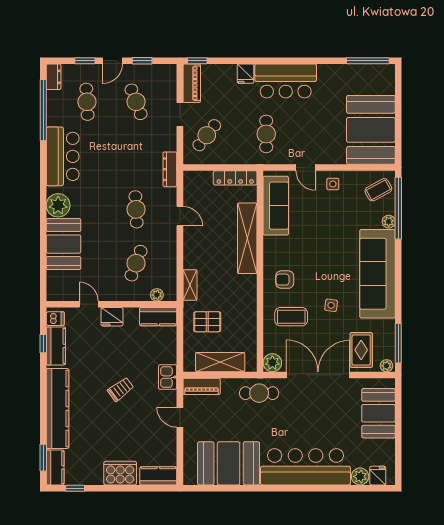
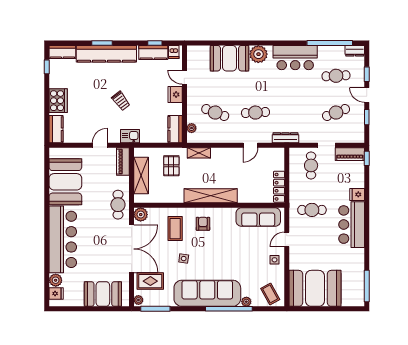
cafe table: (207, 135) -> (311, 165), turned 52
window: (398, 208) -> (229, 309), moved
shelving: (247, 238) -> (211, 196), moved
door: (89, 304) -> (184, 77), swing flipped
window: (43, 458) -> (102, 43), moved

